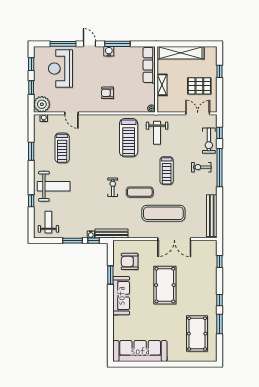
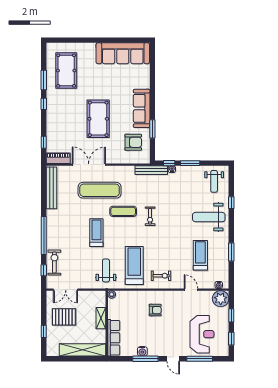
water cooler: (109, 51) -> (142, 351), moved
exercise bike: (201, 167) -> (161, 276), moved
piano: (205, 245) -> (58, 158), added

